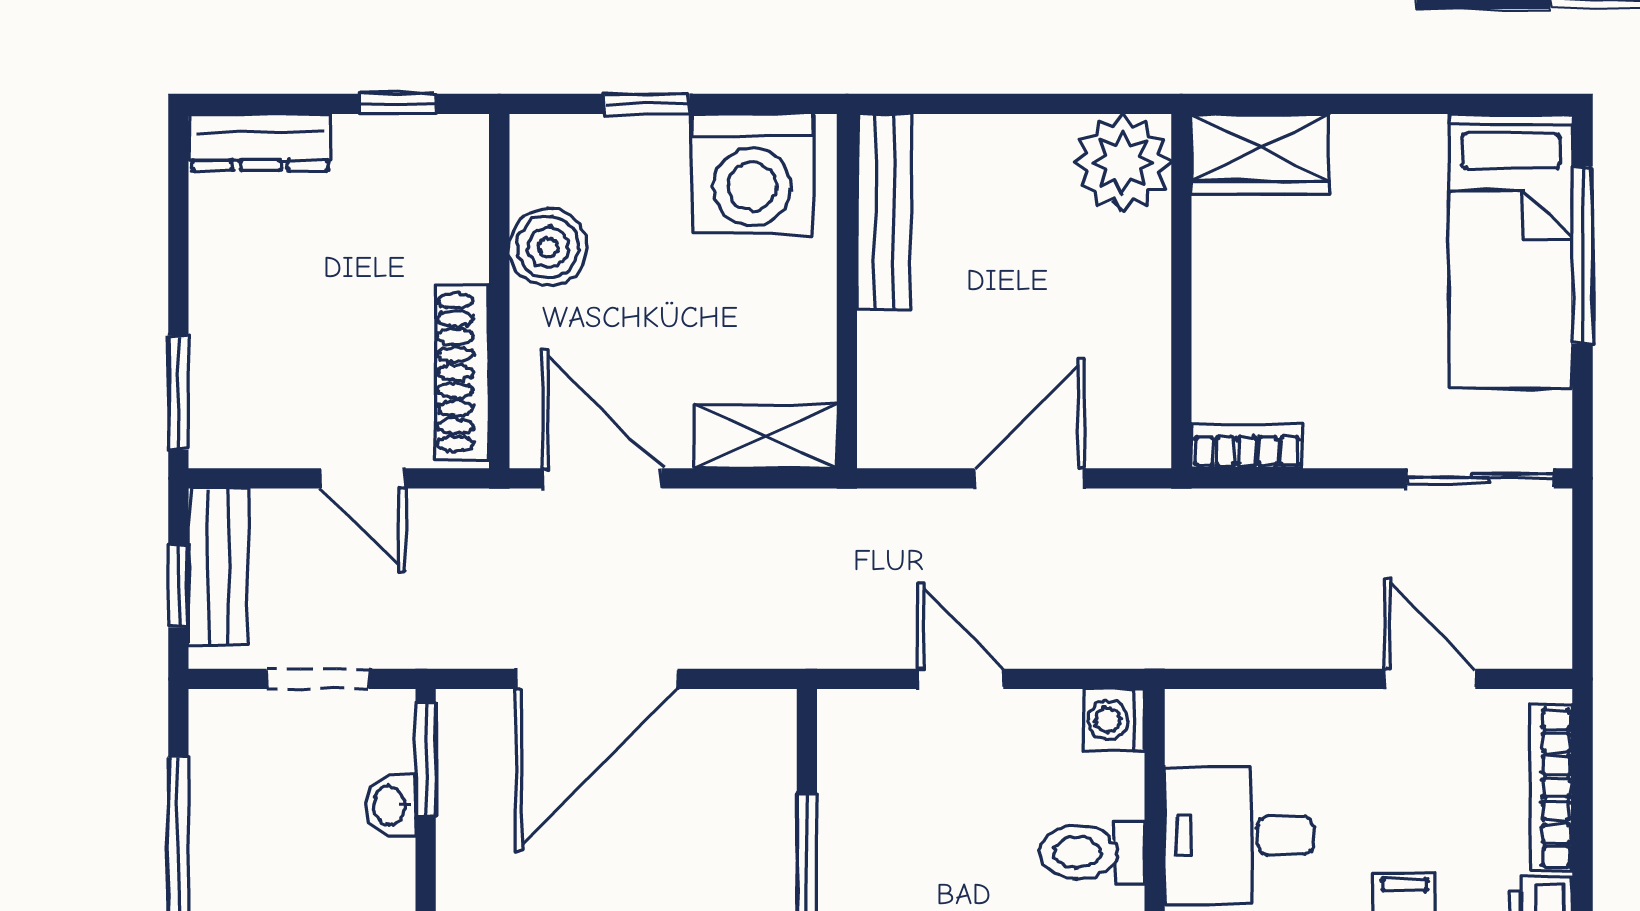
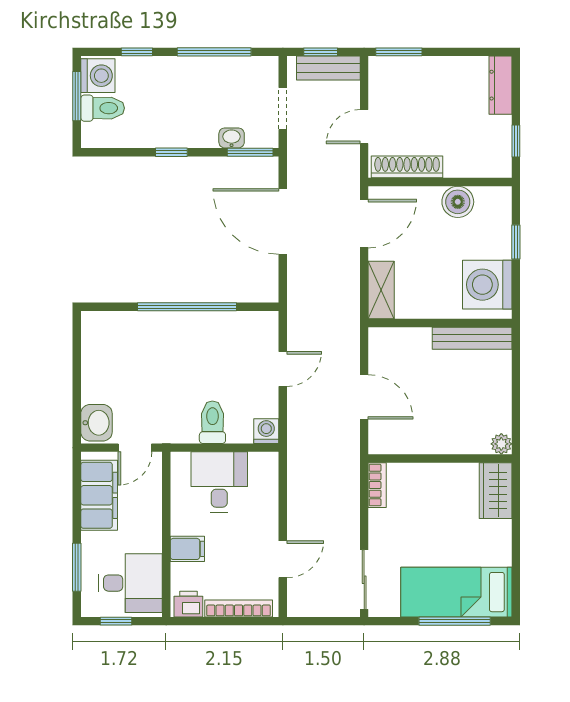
plant: (1123, 163) -> (501, 444), width x0.53, depth x0.53

